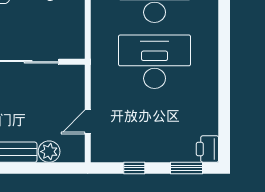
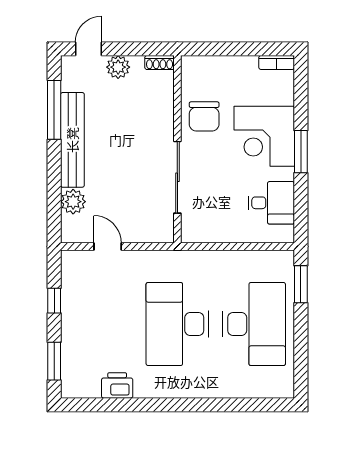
desk: (155, 62) -> (177, 324), turned 180
printer: (207, 149) -> (117, 385), moved

